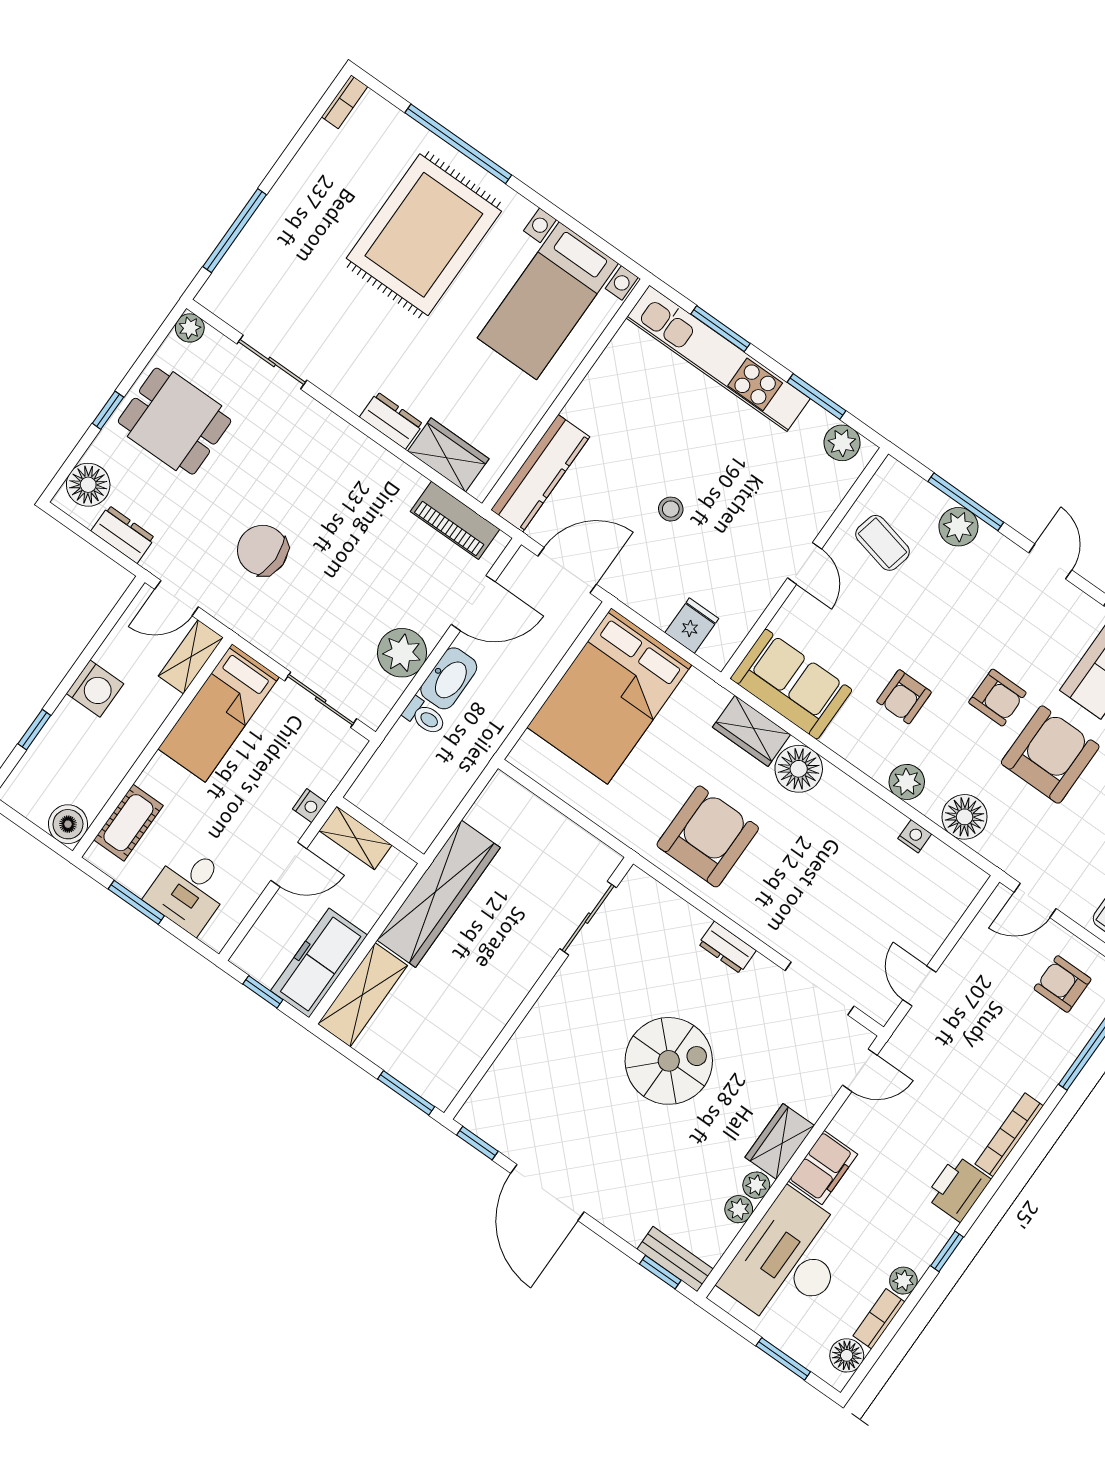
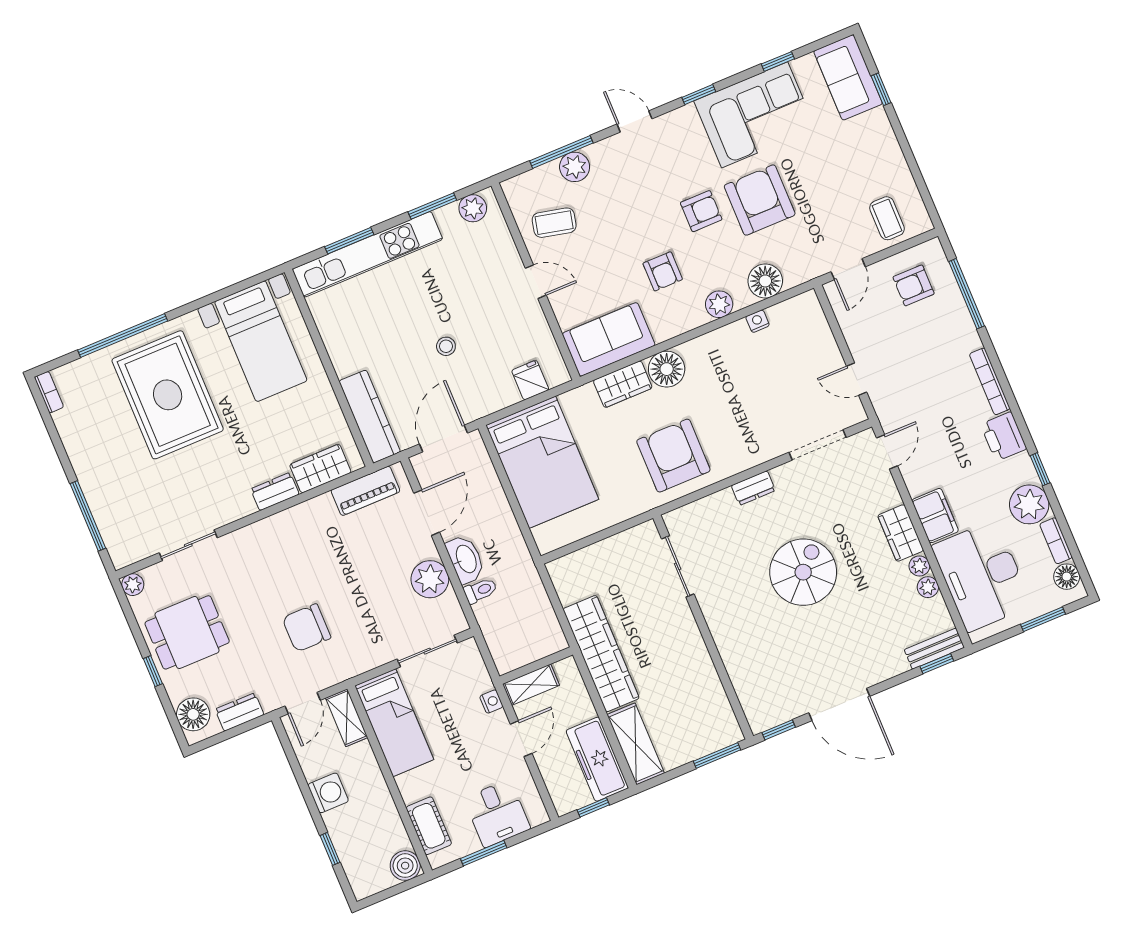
plant: (903, 1281) -> (1029, 504), width x1.88, depth x1.88

